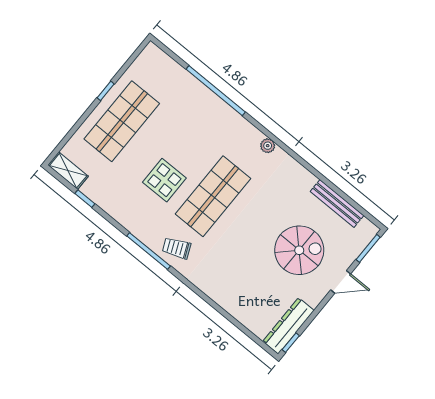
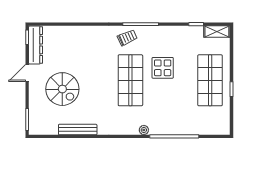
plant: (268, 146) -> (144, 130), moved
bench: (337, 203) -> (78, 130), moved
spiral stairs: (299, 250) -> (62, 89), turned -90
door: (341, 282) -> (27, 73), moved

